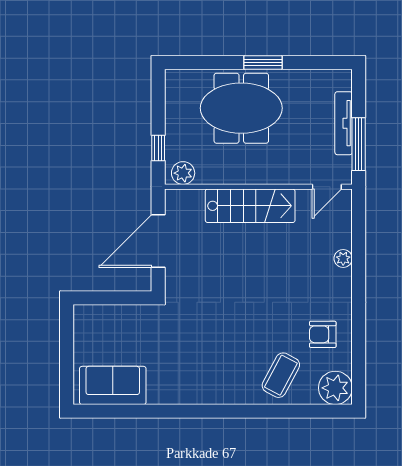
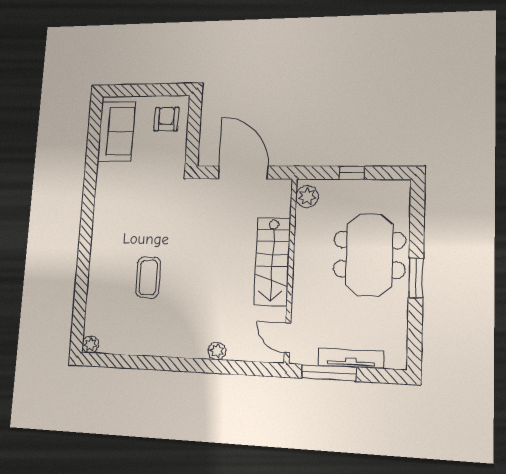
window: (158, 148) -> (352, 173), moved
armchair: (323, 334) -> (166, 119), moved
coffee table: (281, 375) -> (148, 277), moved, turned 62
plant: (335, 388) -> (90, 344), width x0.53, depth x0.53

